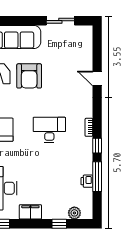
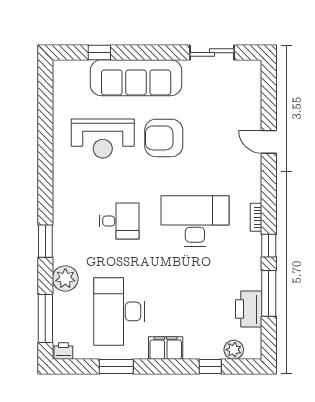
armchair: (29, 76) -> (164, 138), turned 90
desk: (49, 130) -> (195, 221), width x1.36, depth x1.30
printer: (87, 181) -> (249, 309), width x1.87, depth x1.48

